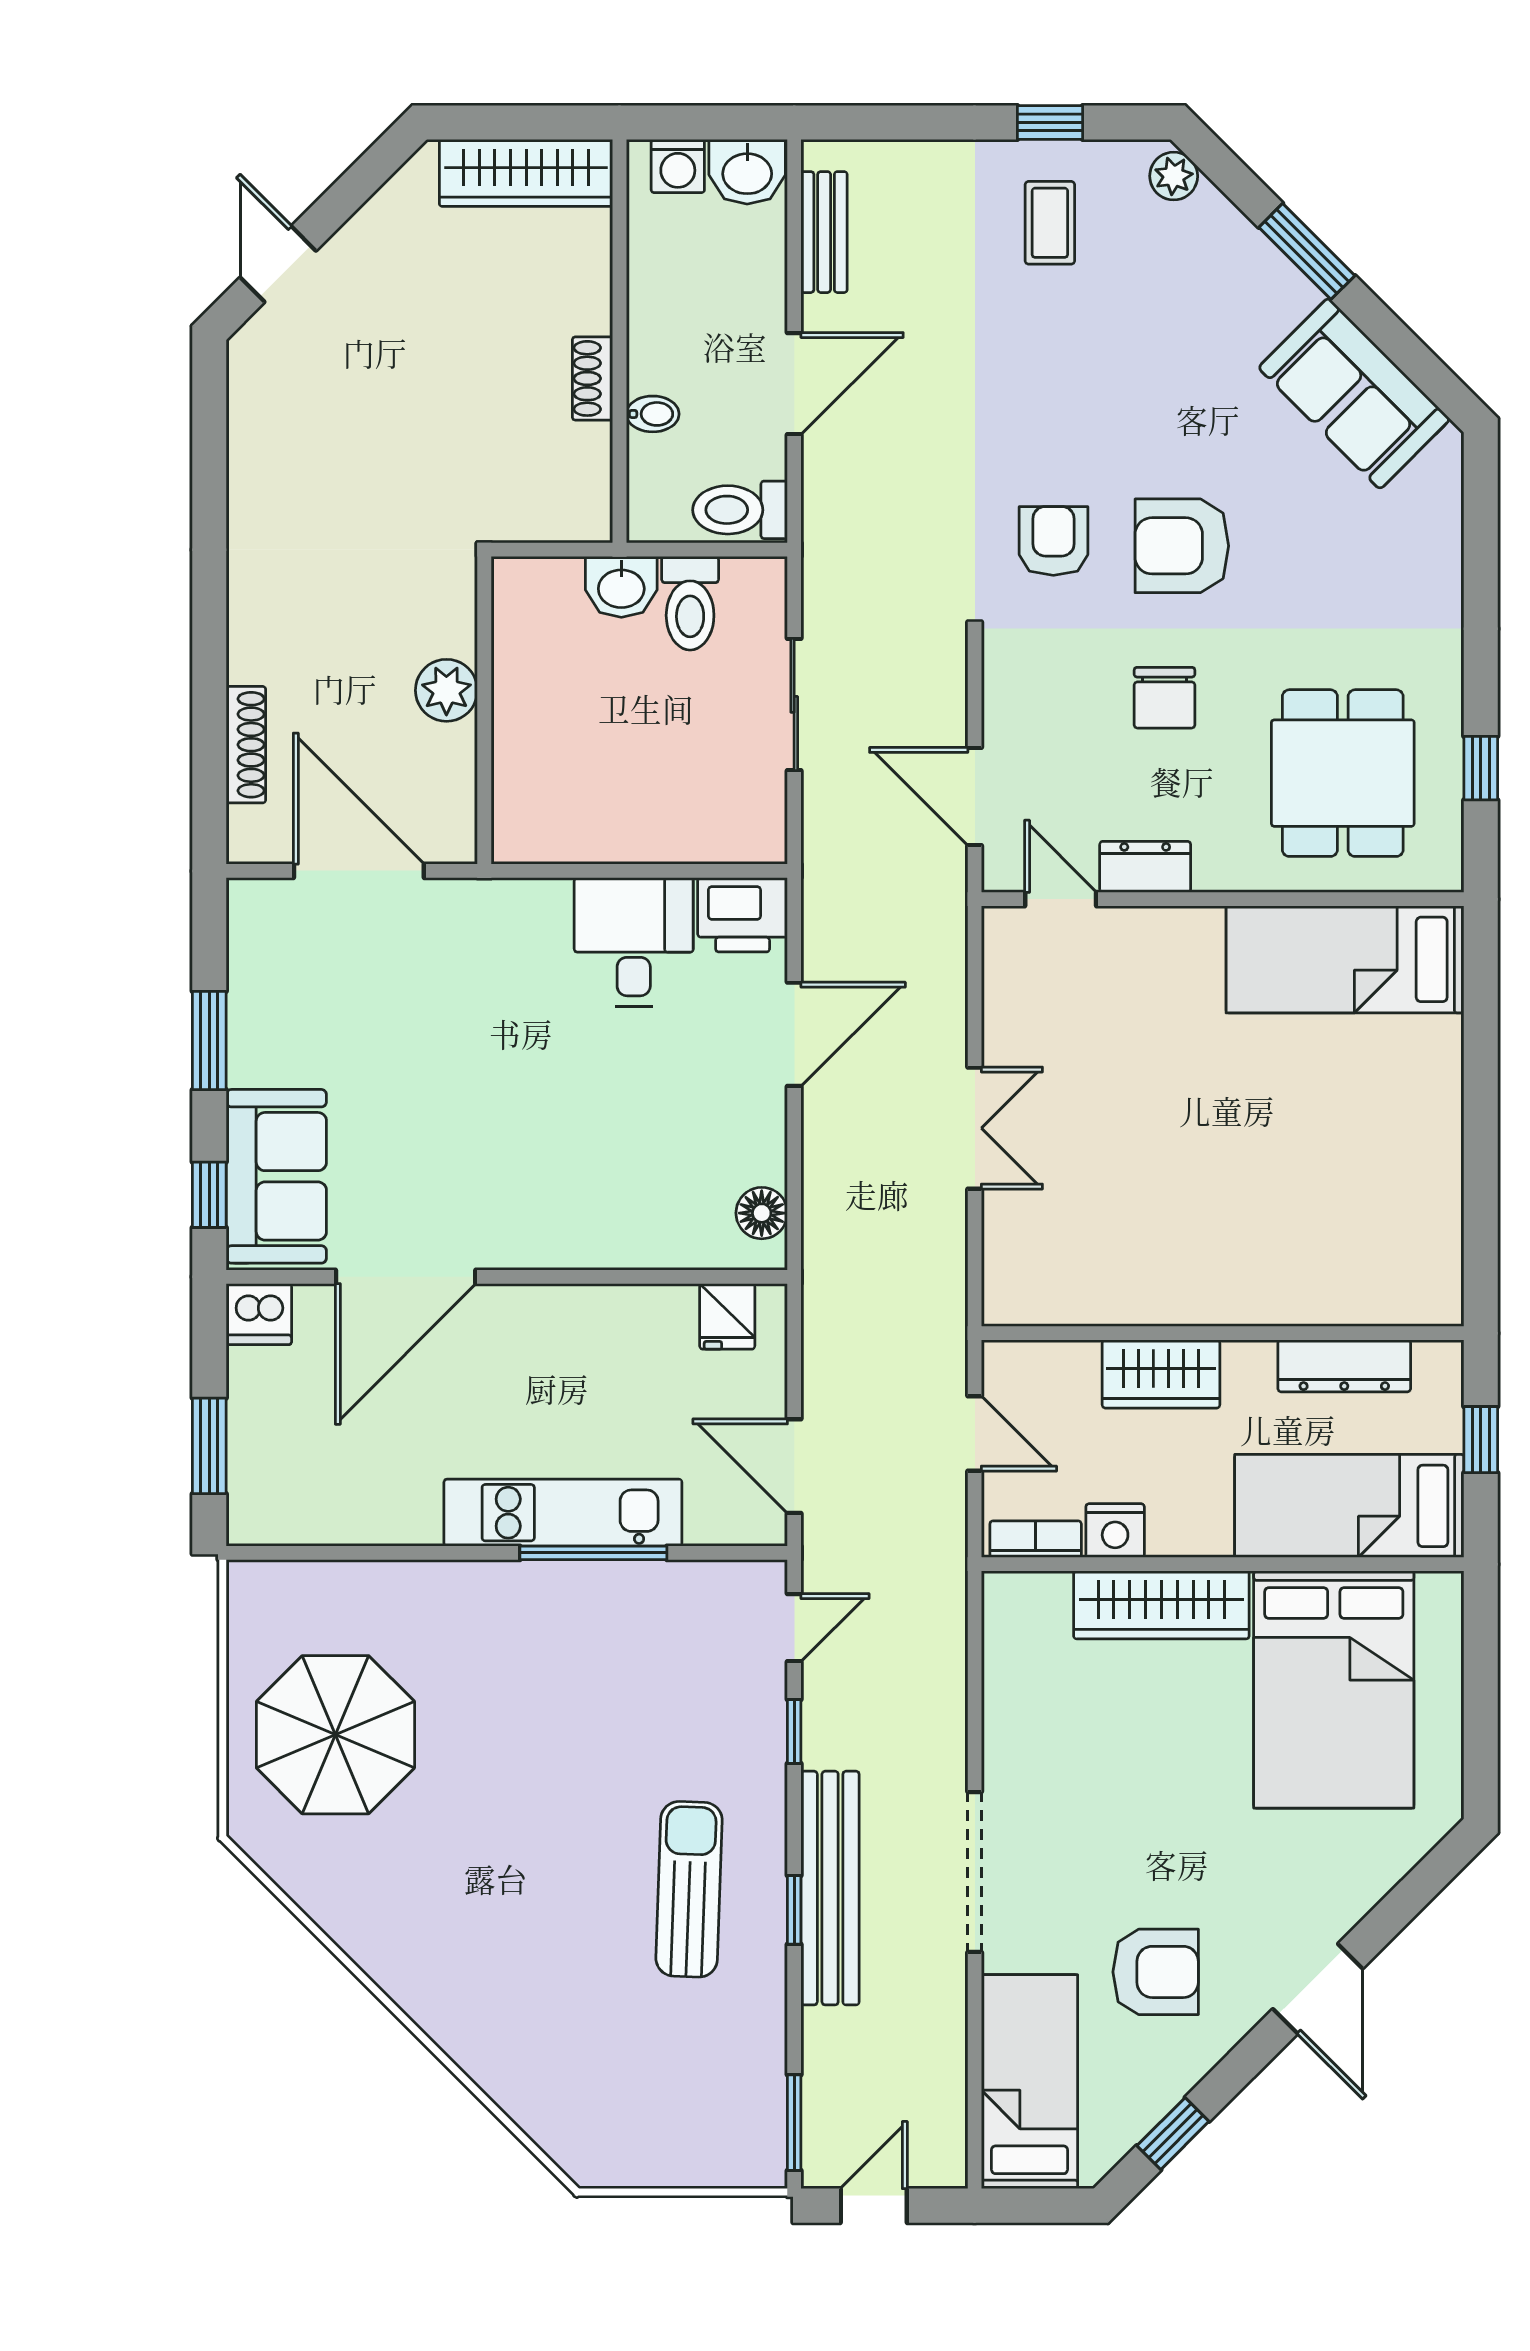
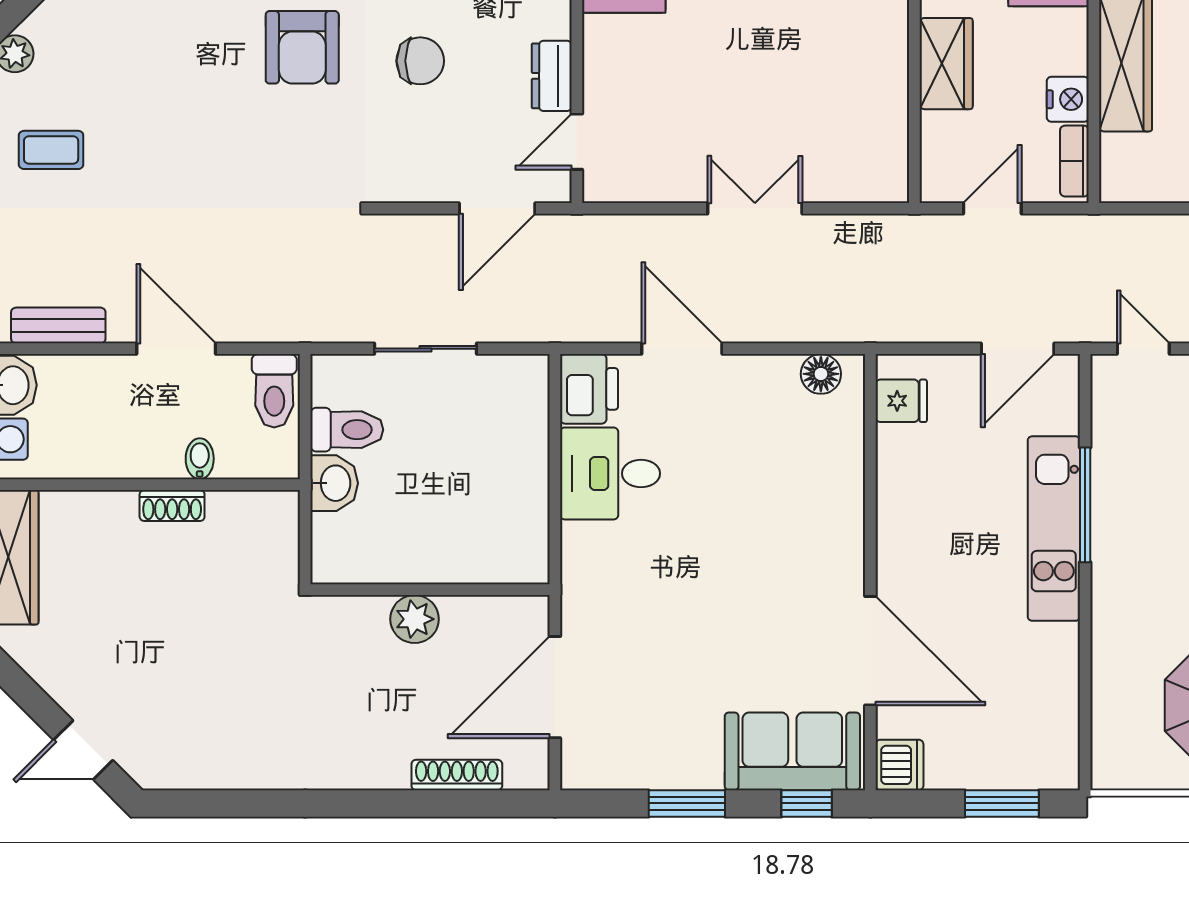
armchair: (1053, 541) -> (298, 147), removed

